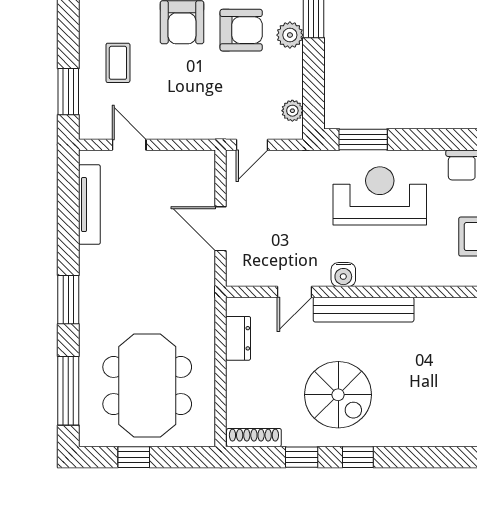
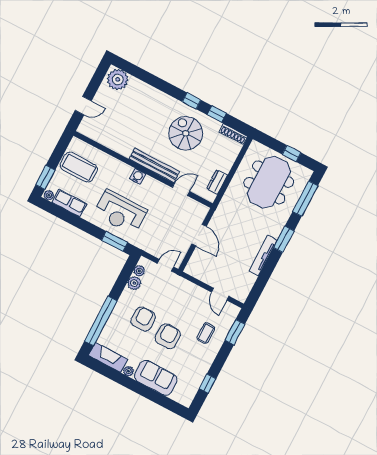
armchair: (241, 30) -> (143, 319), turned 90
plant: (290, 35) -> (134, 283), moved
tv unit: (89, 205) -> (263, 255), moved
water cooler: (343, 275) -> (138, 176), moved

